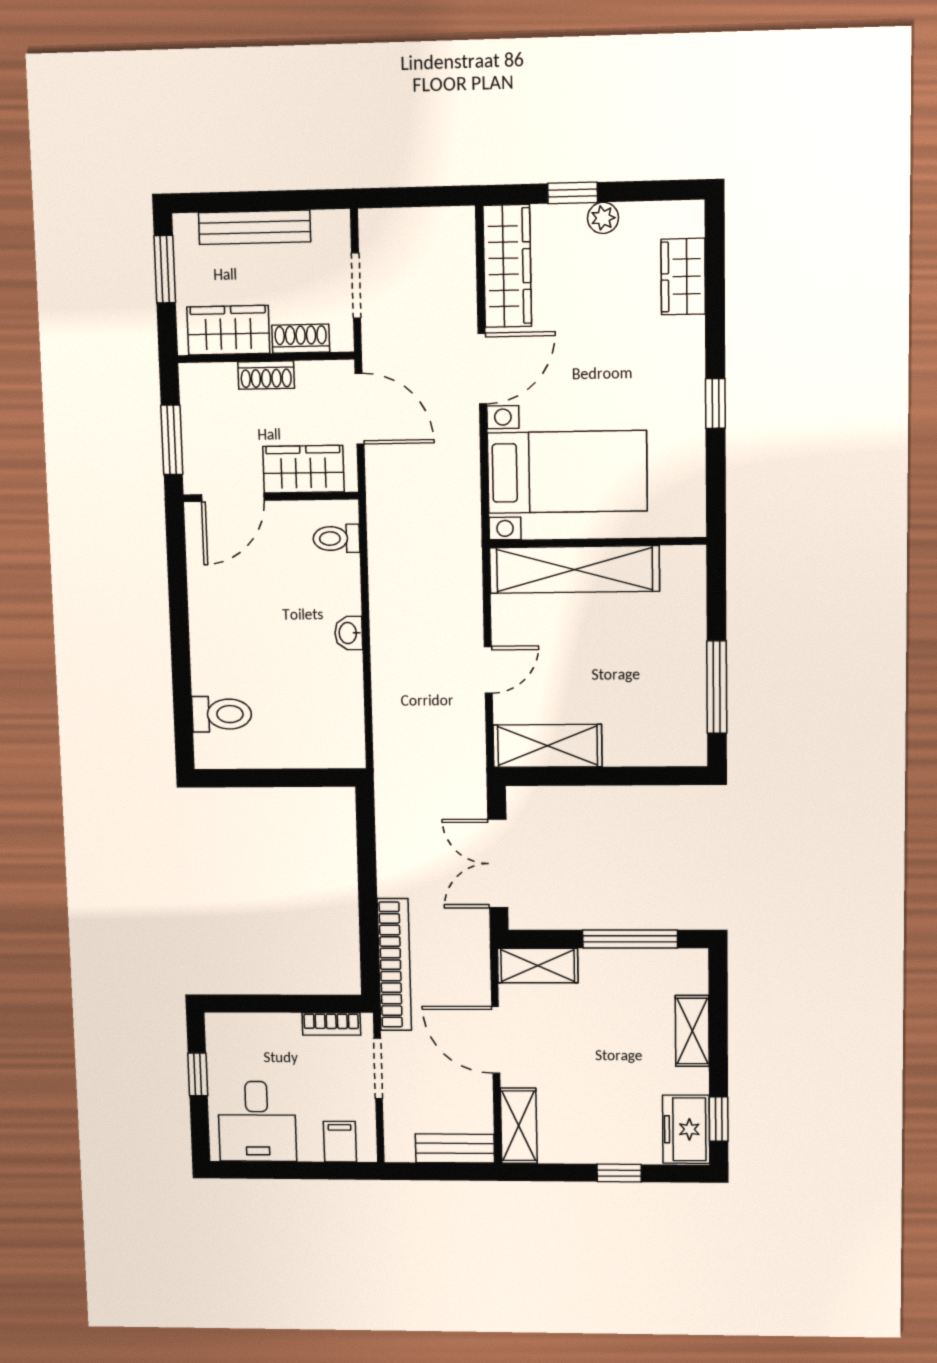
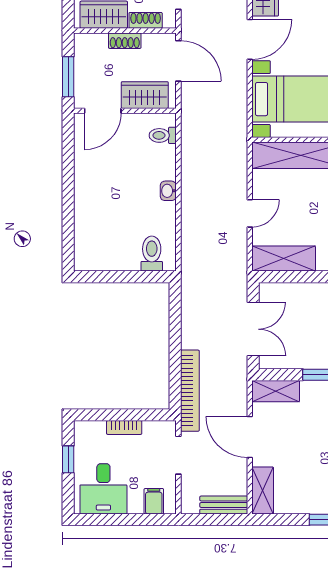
toilet: (222, 714) -> (152, 254), moved, turned -90
double door: (498, 864) -> (253, 329), swing flipped
bookcase: (331, 1024) -> (124, 428), moved

